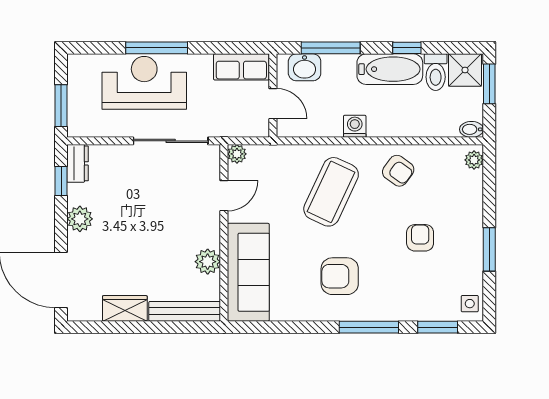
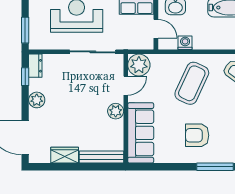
washing machine: (355, 126) -> (185, 43), moved
plant: (237, 154) -> (139, 65), width x1.87, depth x1.87
plant: (208, 262) -> (116, 111), moved

